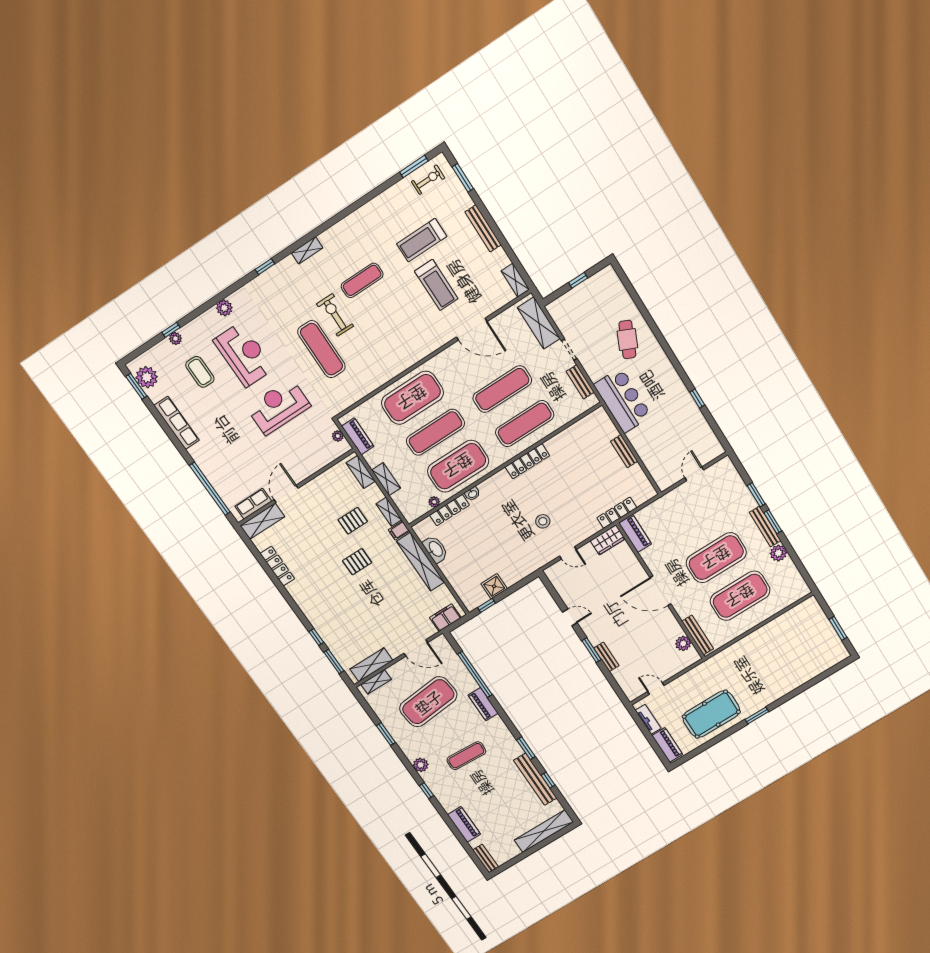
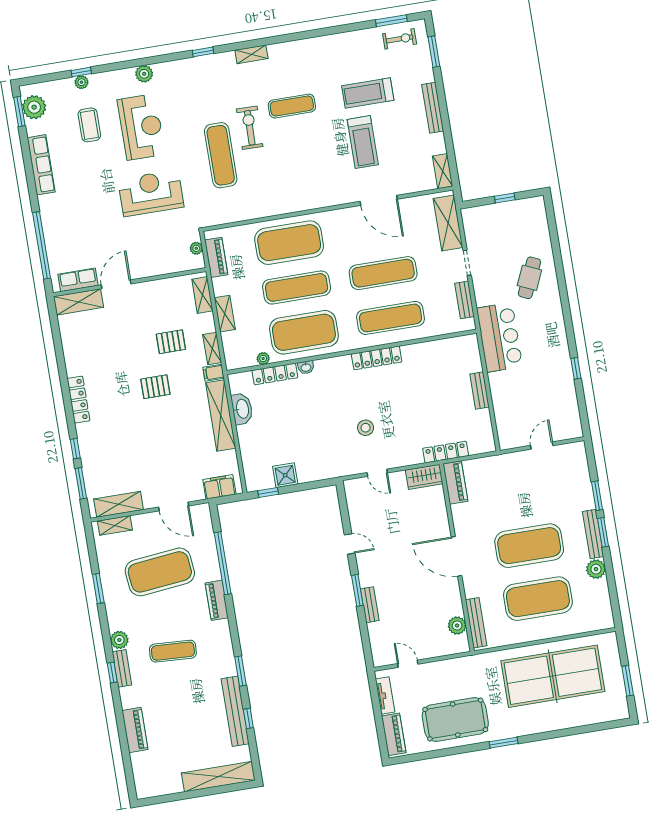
locker: (277, 566) -> (78, 400), moved
table tennis table: (776, 650) -> (553, 676), added
bench: (486, 858) -> (122, 668), moved

